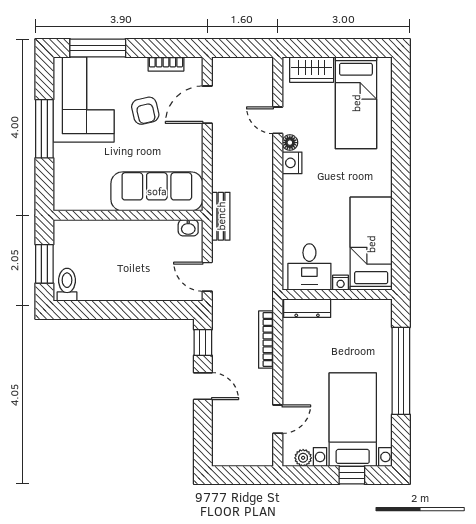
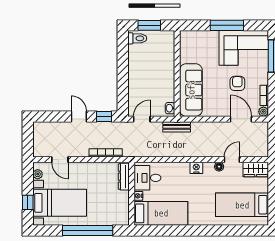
plant: (194, 65) -> (263, 112), added
wardrobe: (312, 70) -> (256, 169), moved, turned -90
armchair: (145, 111) -> (237, 83), turned 103
nightstand: (292, 163) -> (196, 168), moved
door: (203, 386) -> (79, 117), swing flipped

